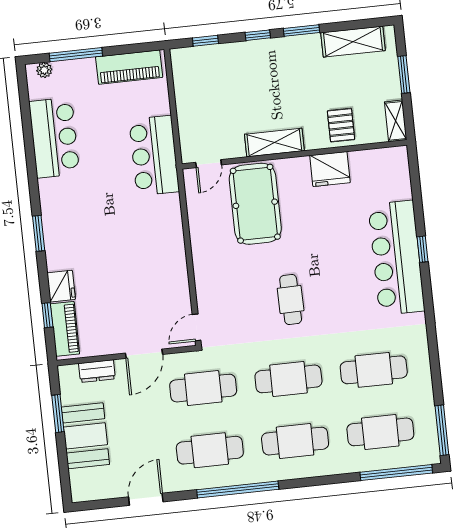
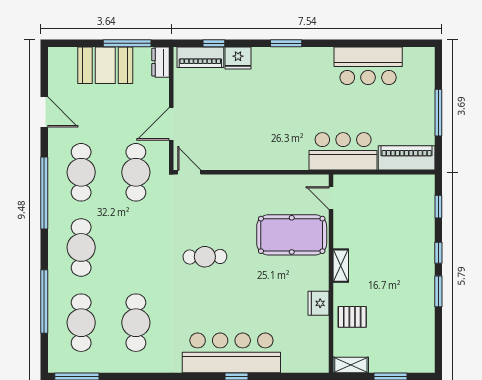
shelving: (353, 42) -> (424, 335), removed
window: (76, 55) -> (438, 113), moved
piano: (129, 67) -> (407, 158), moved, turned 90
plant: (44, 70) -> (428, 63), removed
shelving: (274, 143) -> (341, 266), width x0.67, depth x0.75
fridge: (330, 169) -> (319, 303), width x0.73, depth x0.75
door: (144, 354) -> (171, 124), hinge flipped
dresser: (97, 371) -> (161, 62), moved
cafe table: (288, 379) -> (136, 247), removed
window: (58, 414) -> (127, 43), width x1.44
window: (396, 473) -> (44, 301), moved

